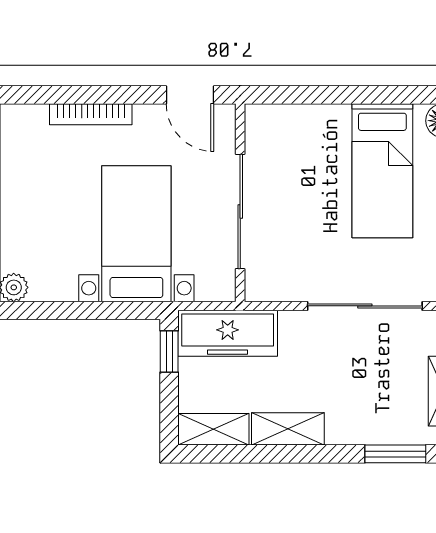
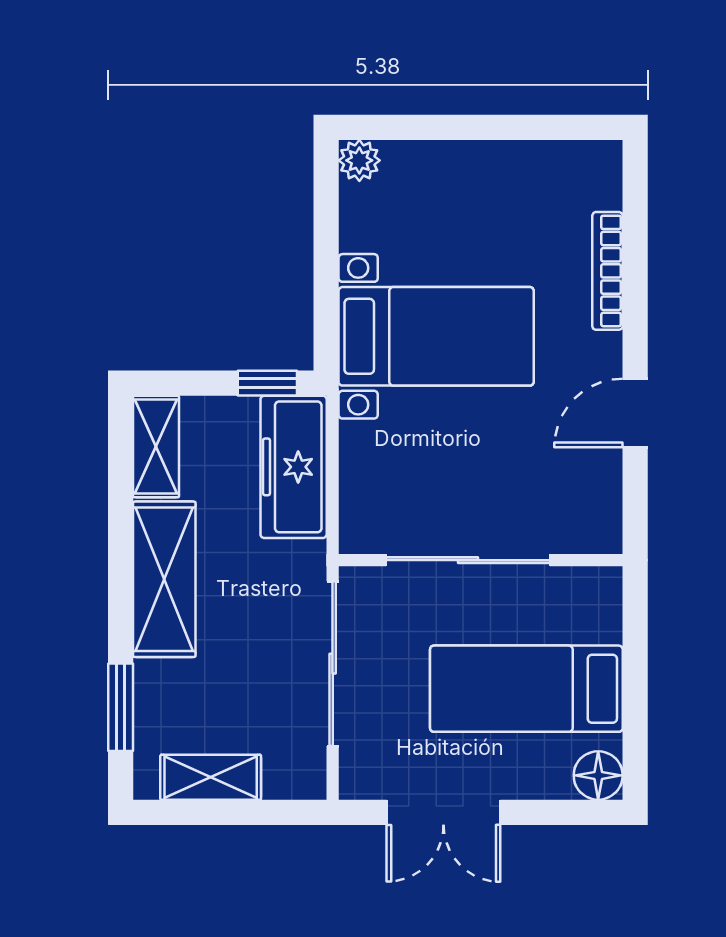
wall: (240, 203) -> (481, 560), moved
sliding door: (240, 211) -> (468, 560), moved
shelving: (288, 429) -> (164, 579), width x1.50, depth x1.33

